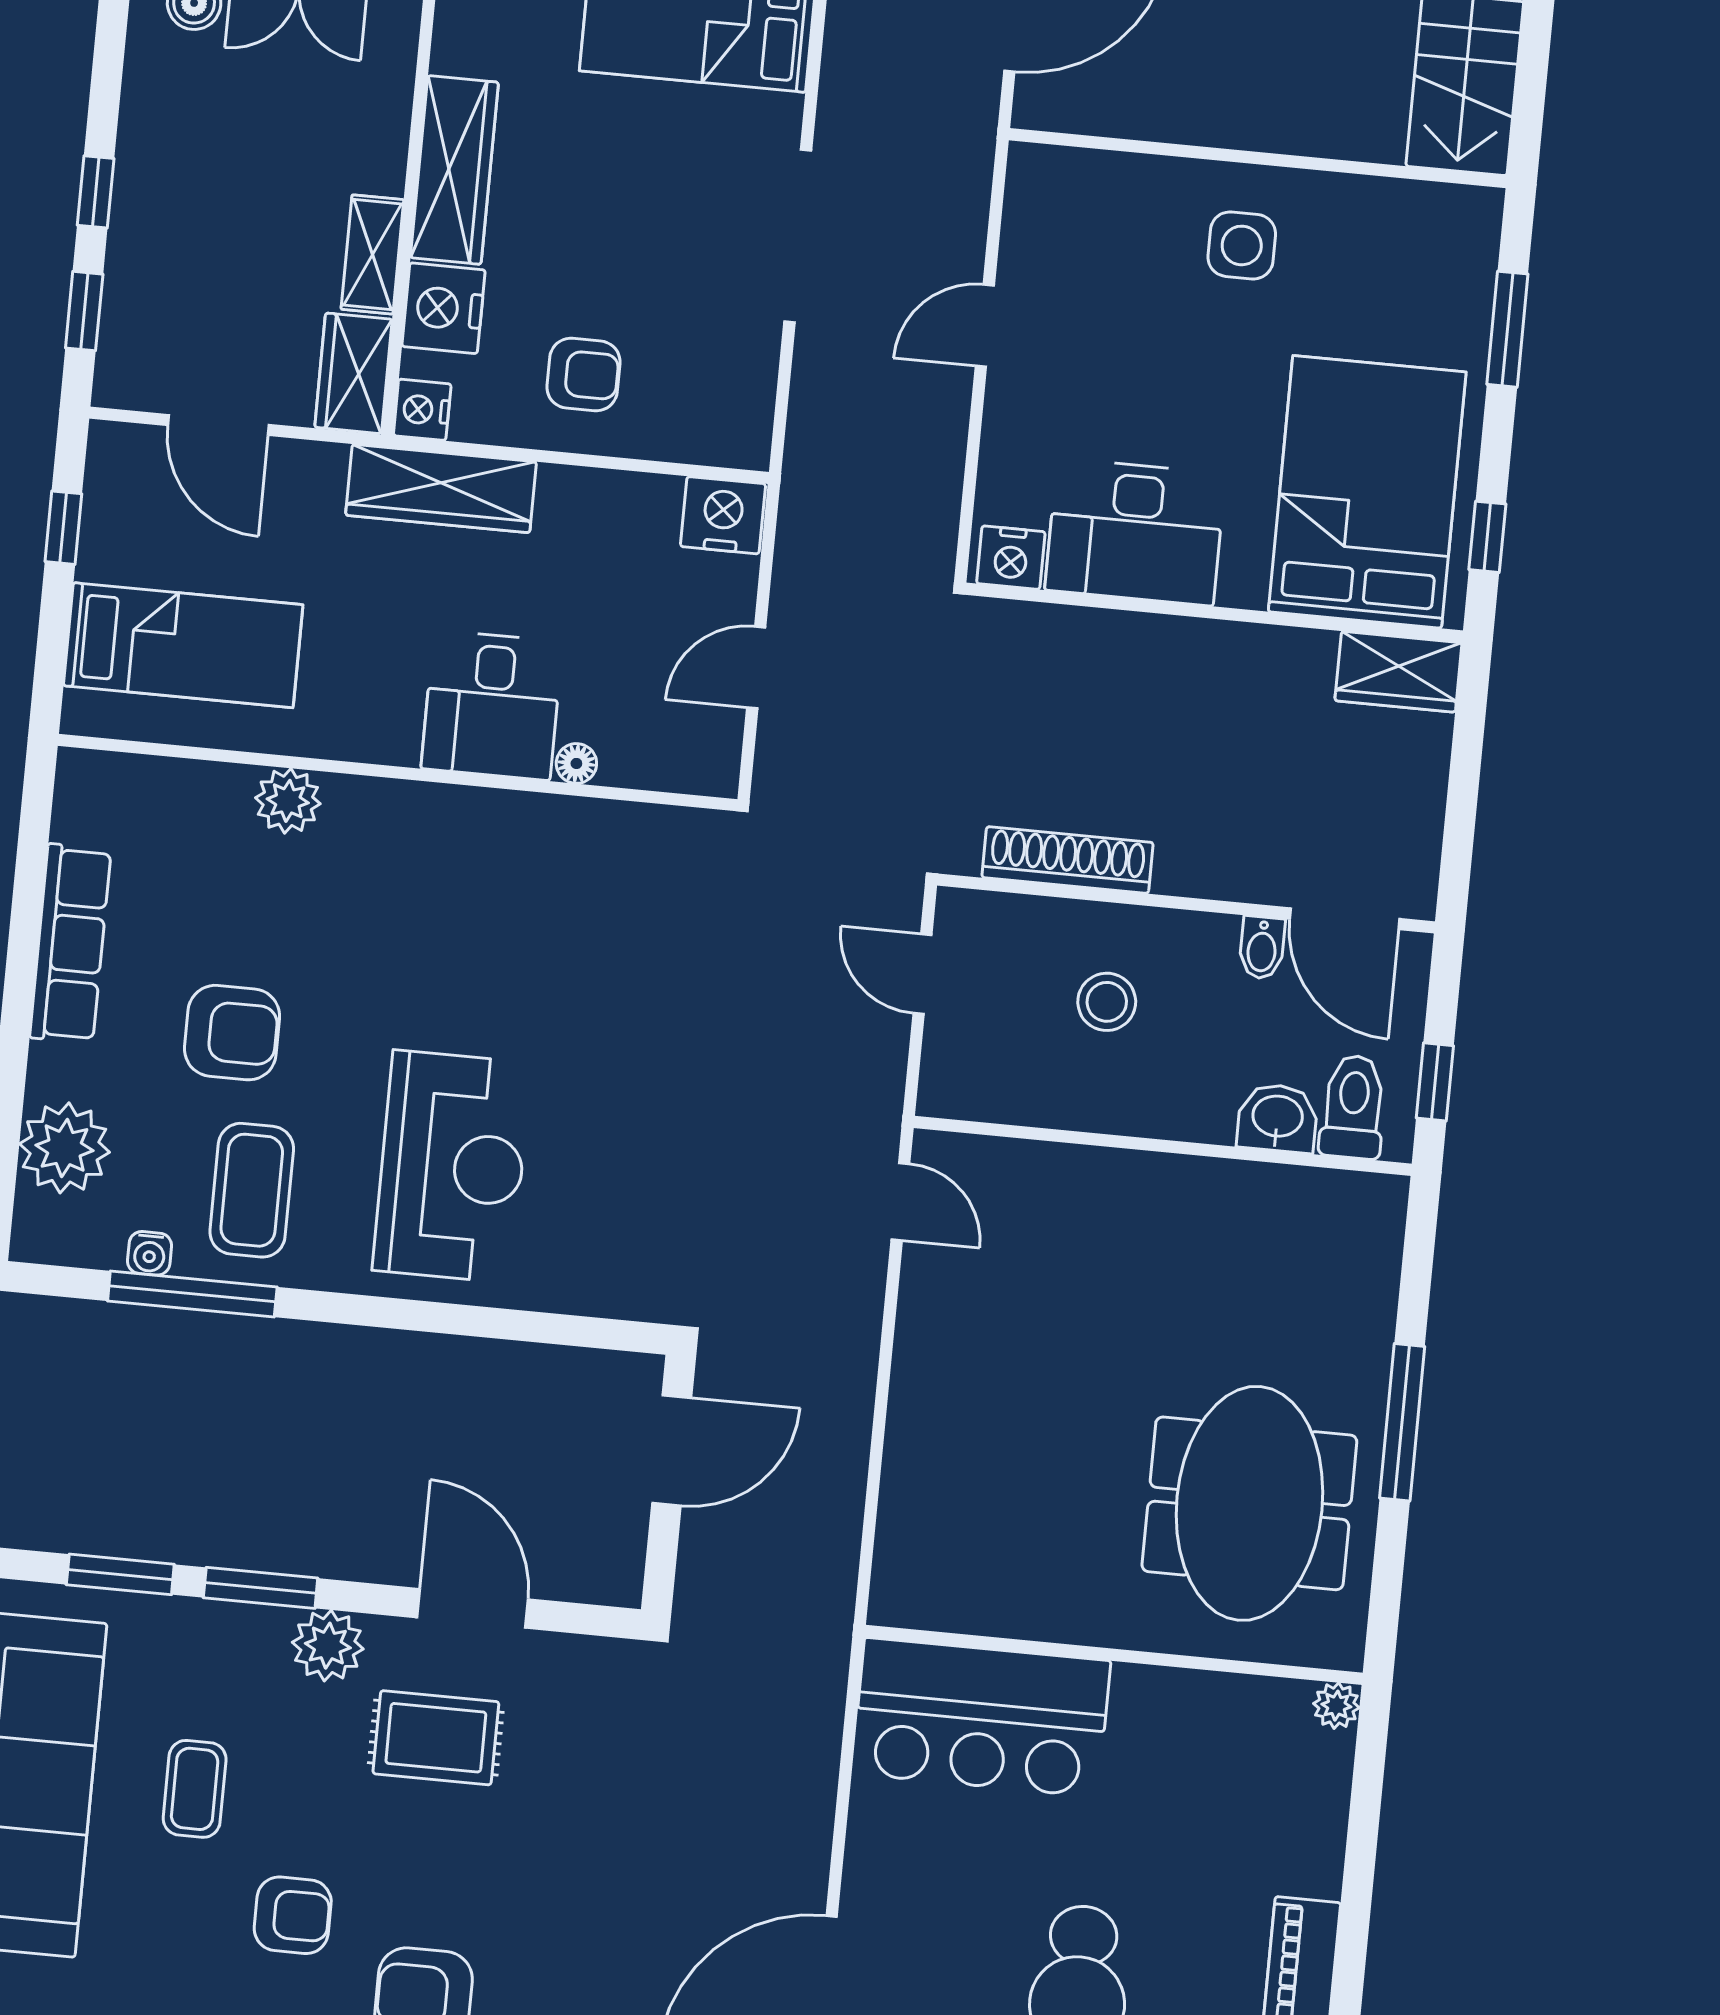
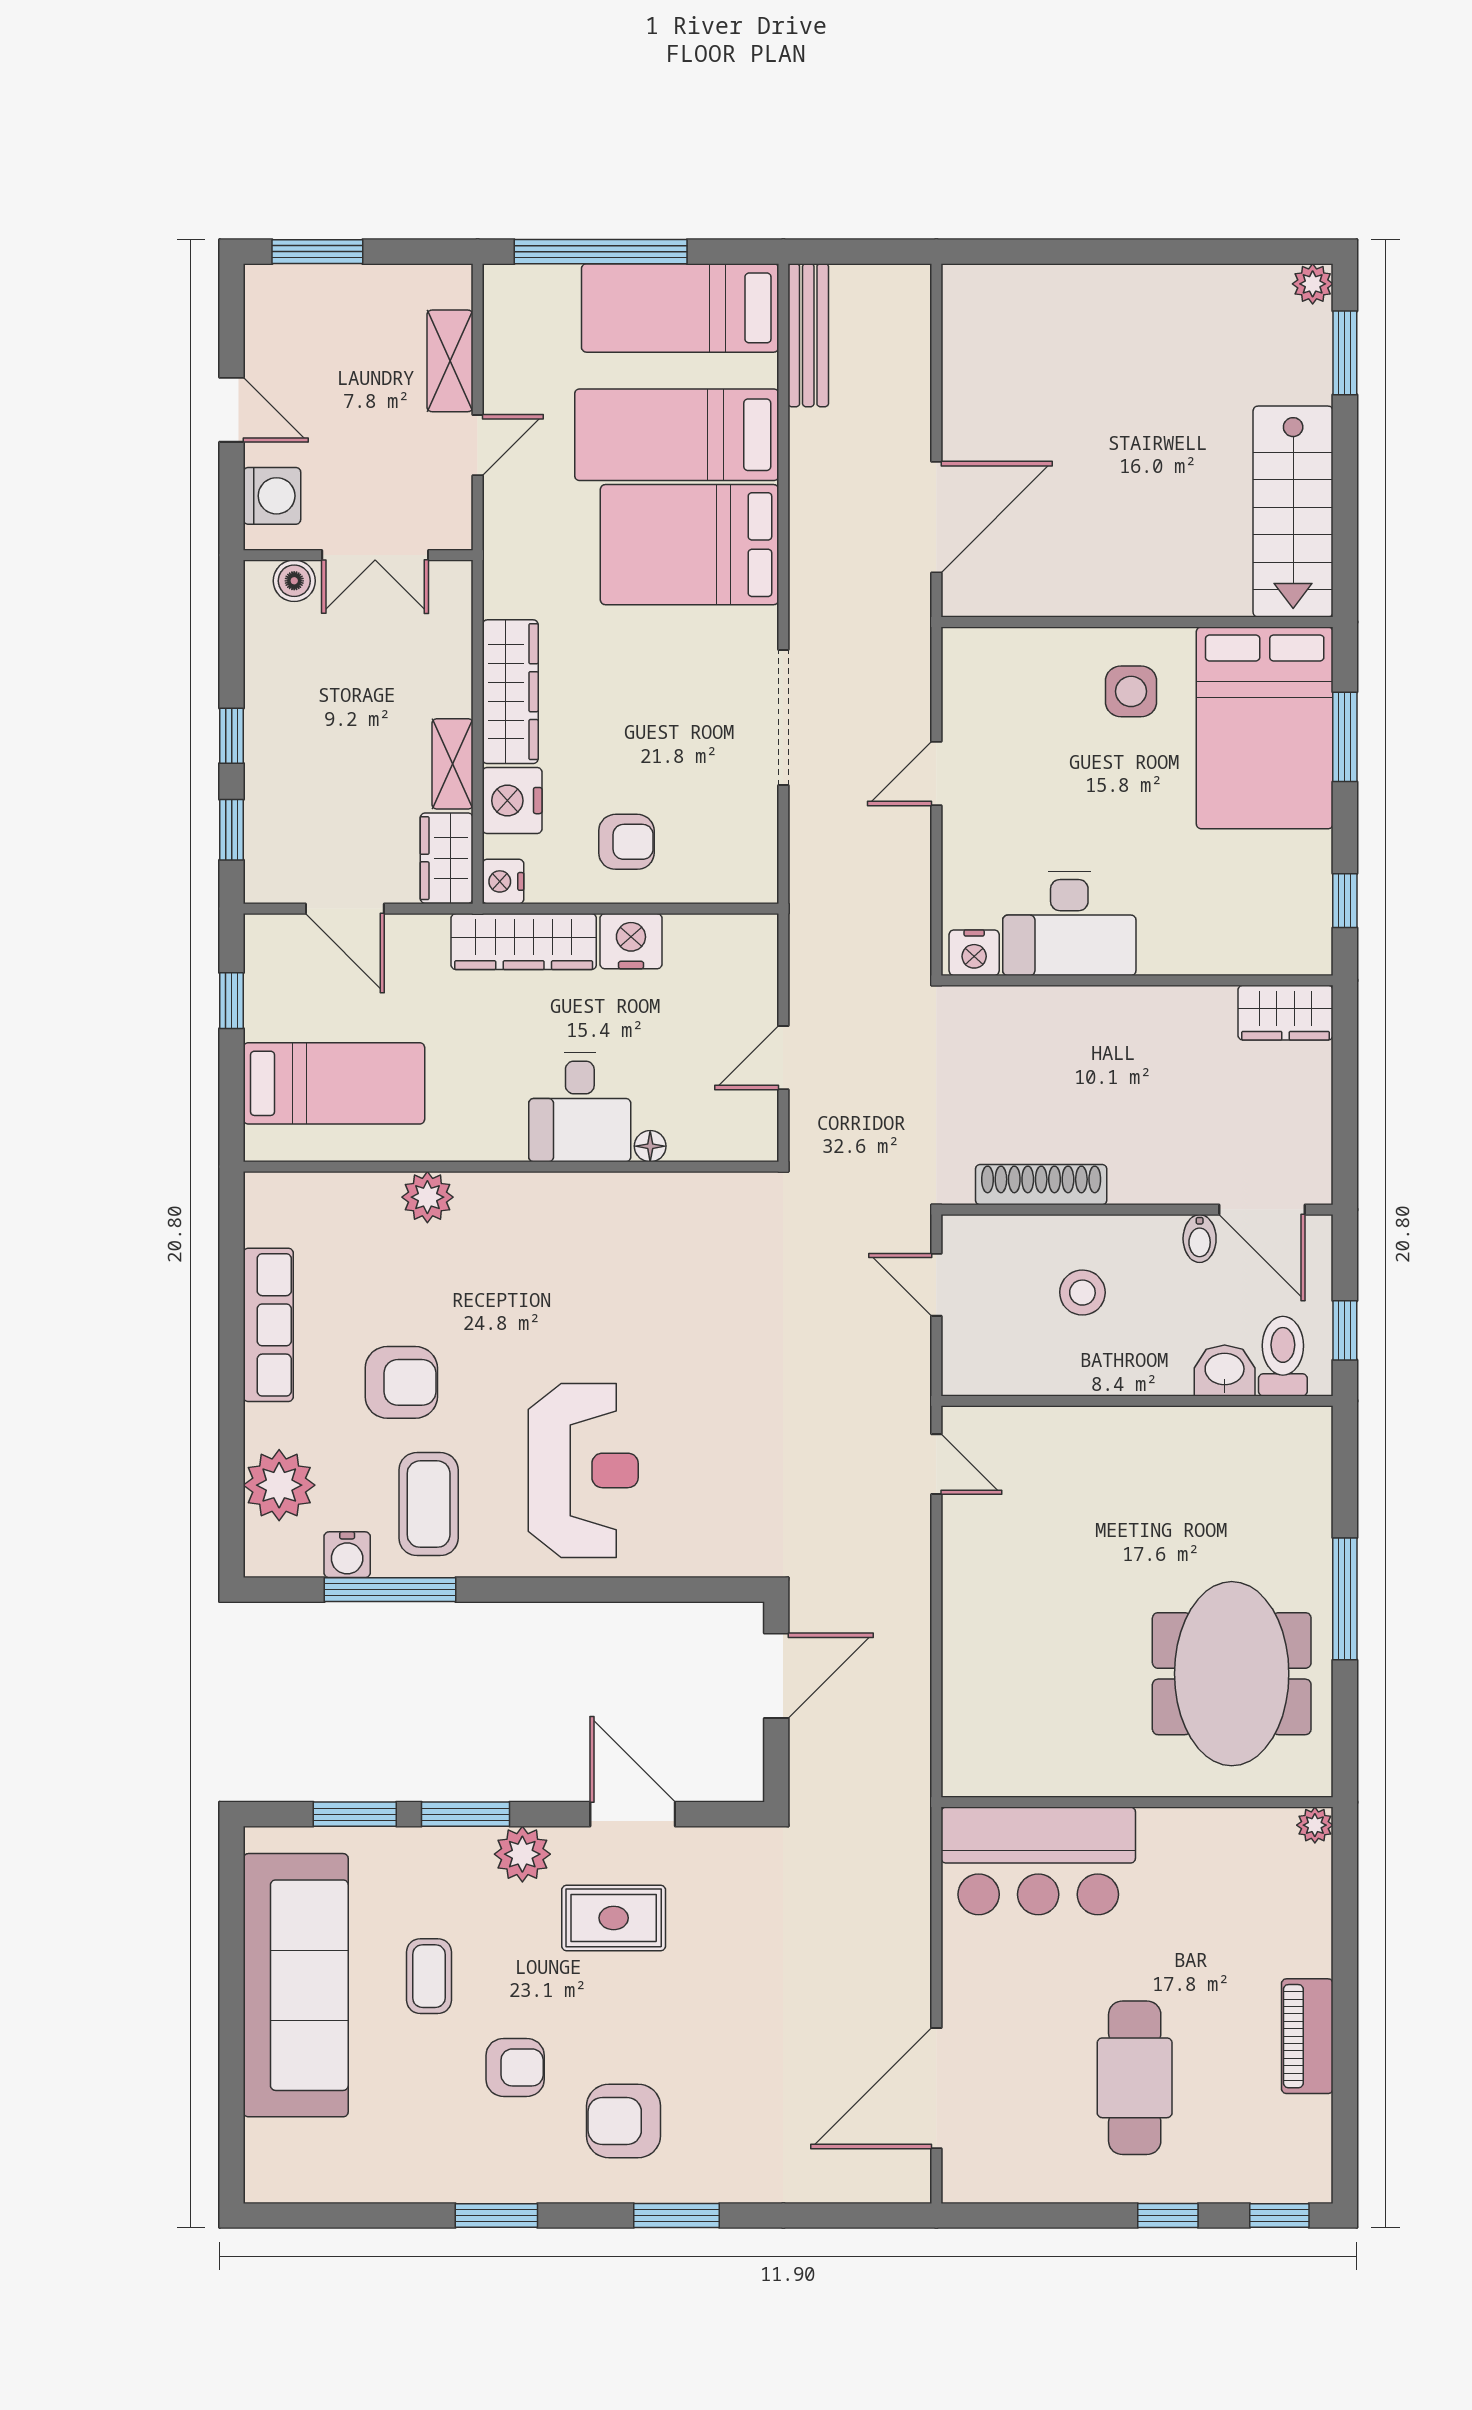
bed: (1367, 492) -> (1265, 728), moved, turned 180
nightstand: (723, 515) -> (631, 941), moved
water cooler: (150, 1253) -> (347, 1555), width x1.38, depth x1.38

